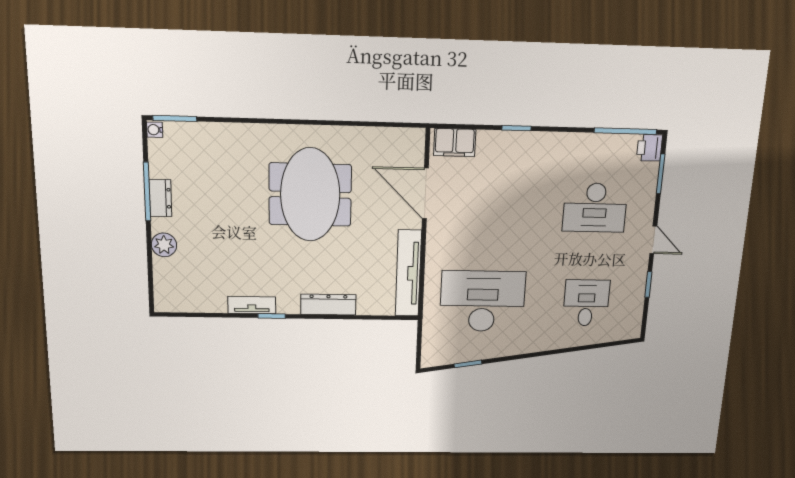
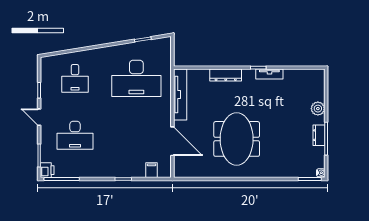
filing cabinet: (455, 142) -> (152, 170), width x0.50
desk: (595, 208) -> (75, 135), turned 180

